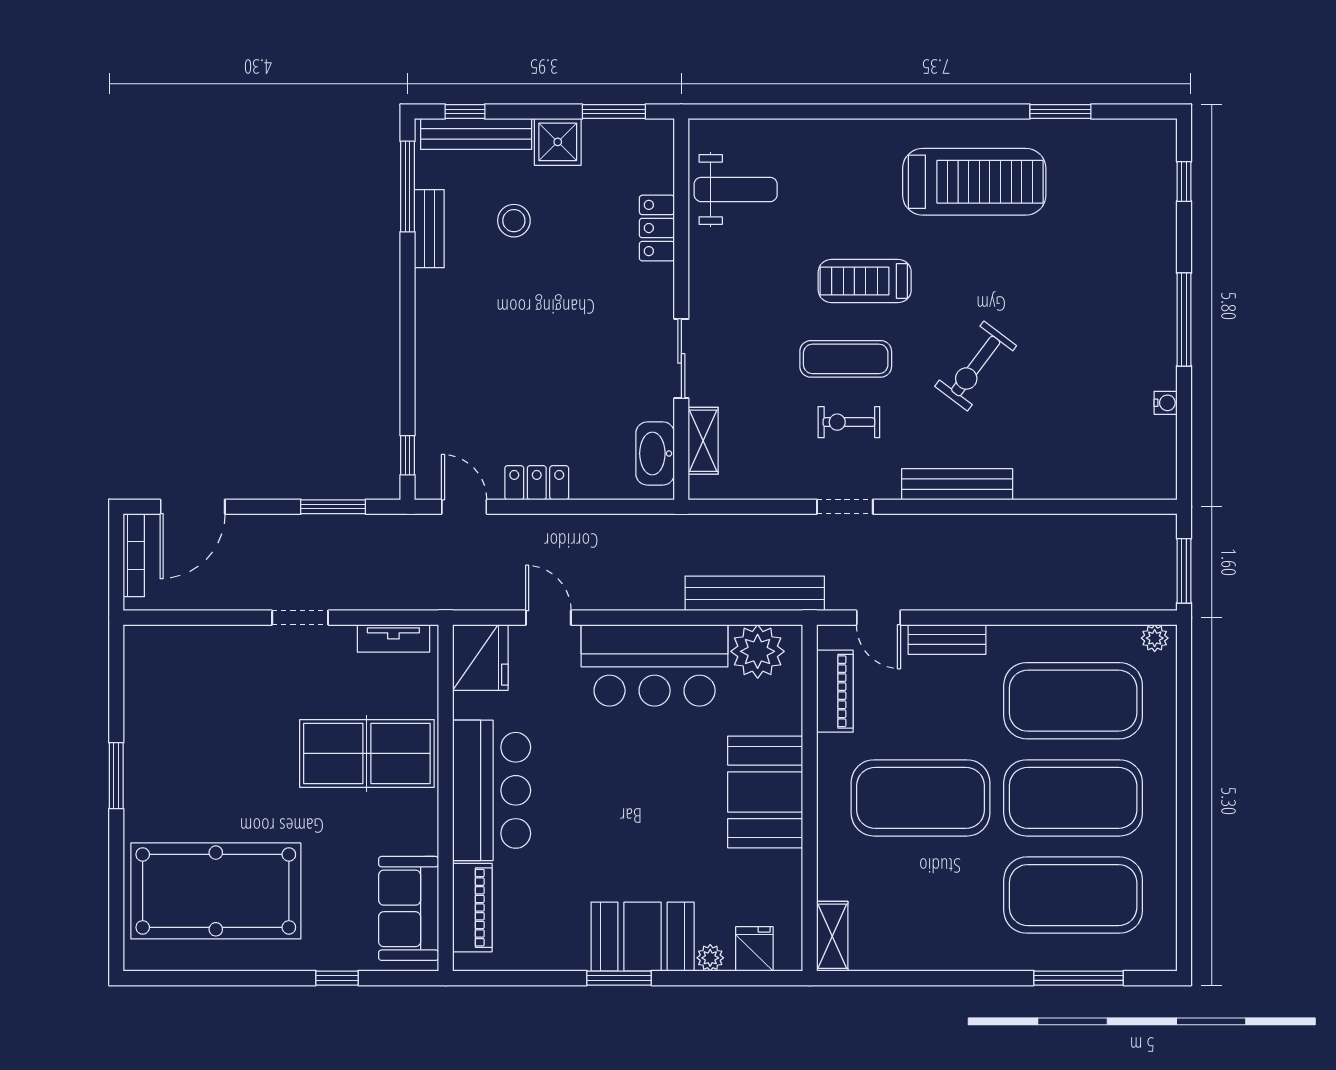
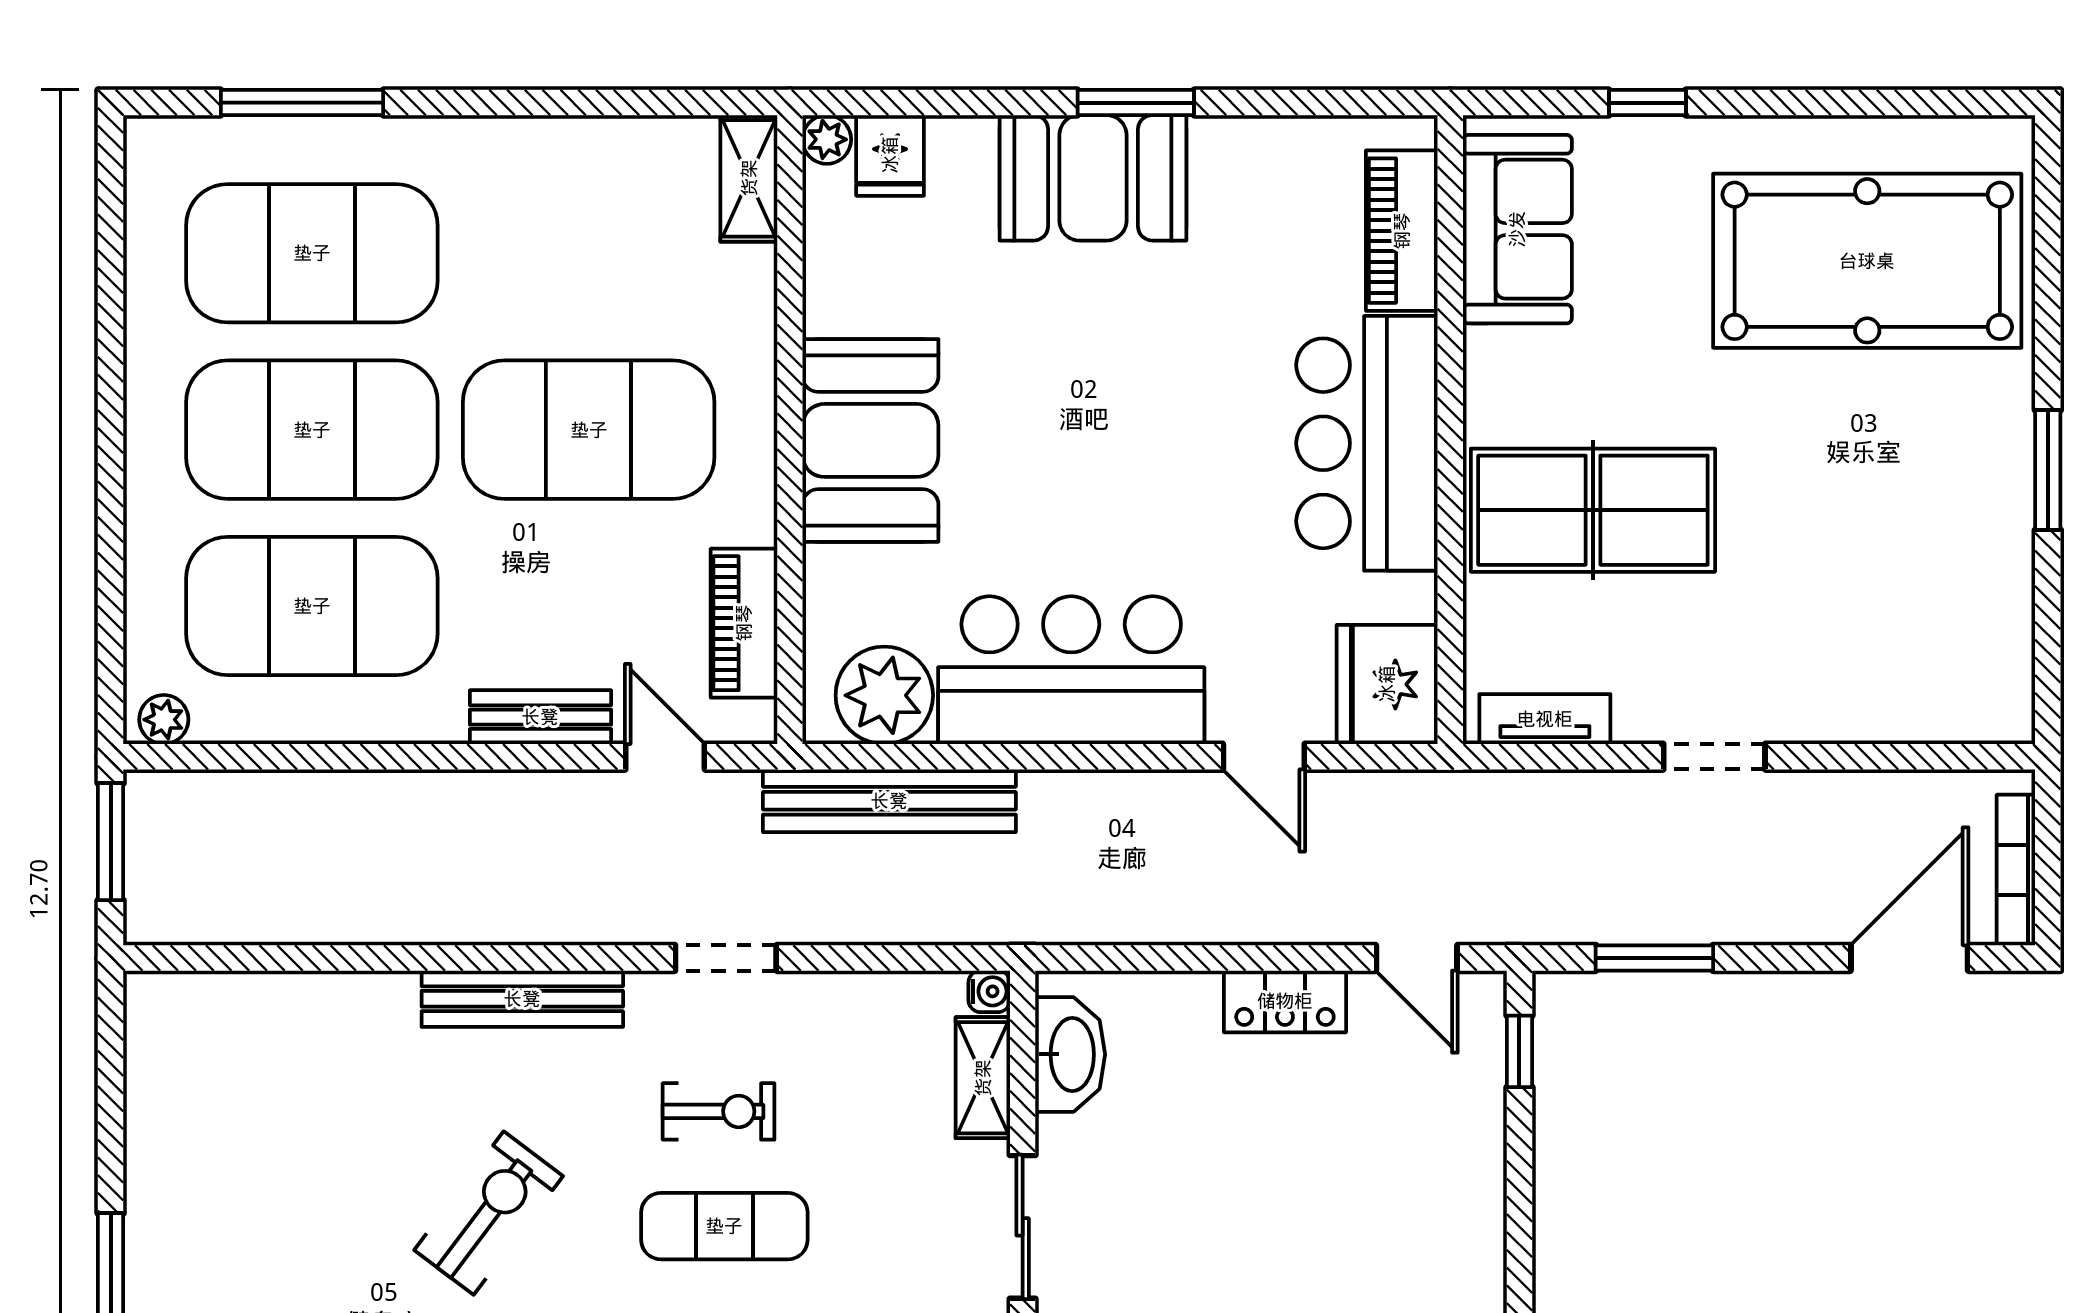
water cooler: (1166, 403) -> (989, 991), moved, turned 180
plant: (710, 958) -> (827, 139), moved

